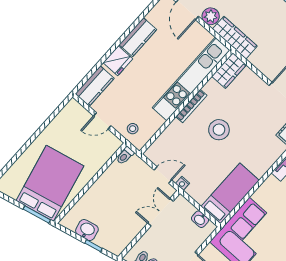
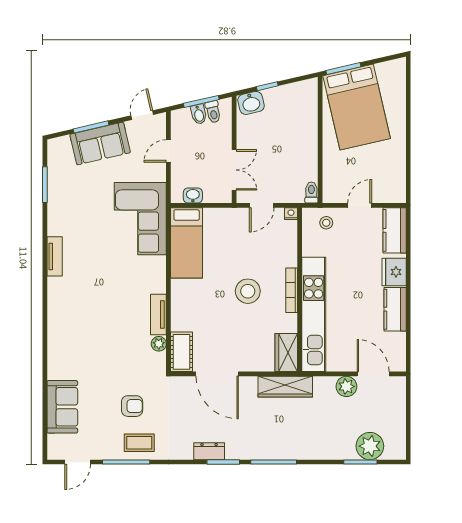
wardrobe: (235, 38) -> (285, 387), moved
nightstand: (182, 183) -> (291, 214), moved
washbasin: (87, 230) -> (251, 103), moved

